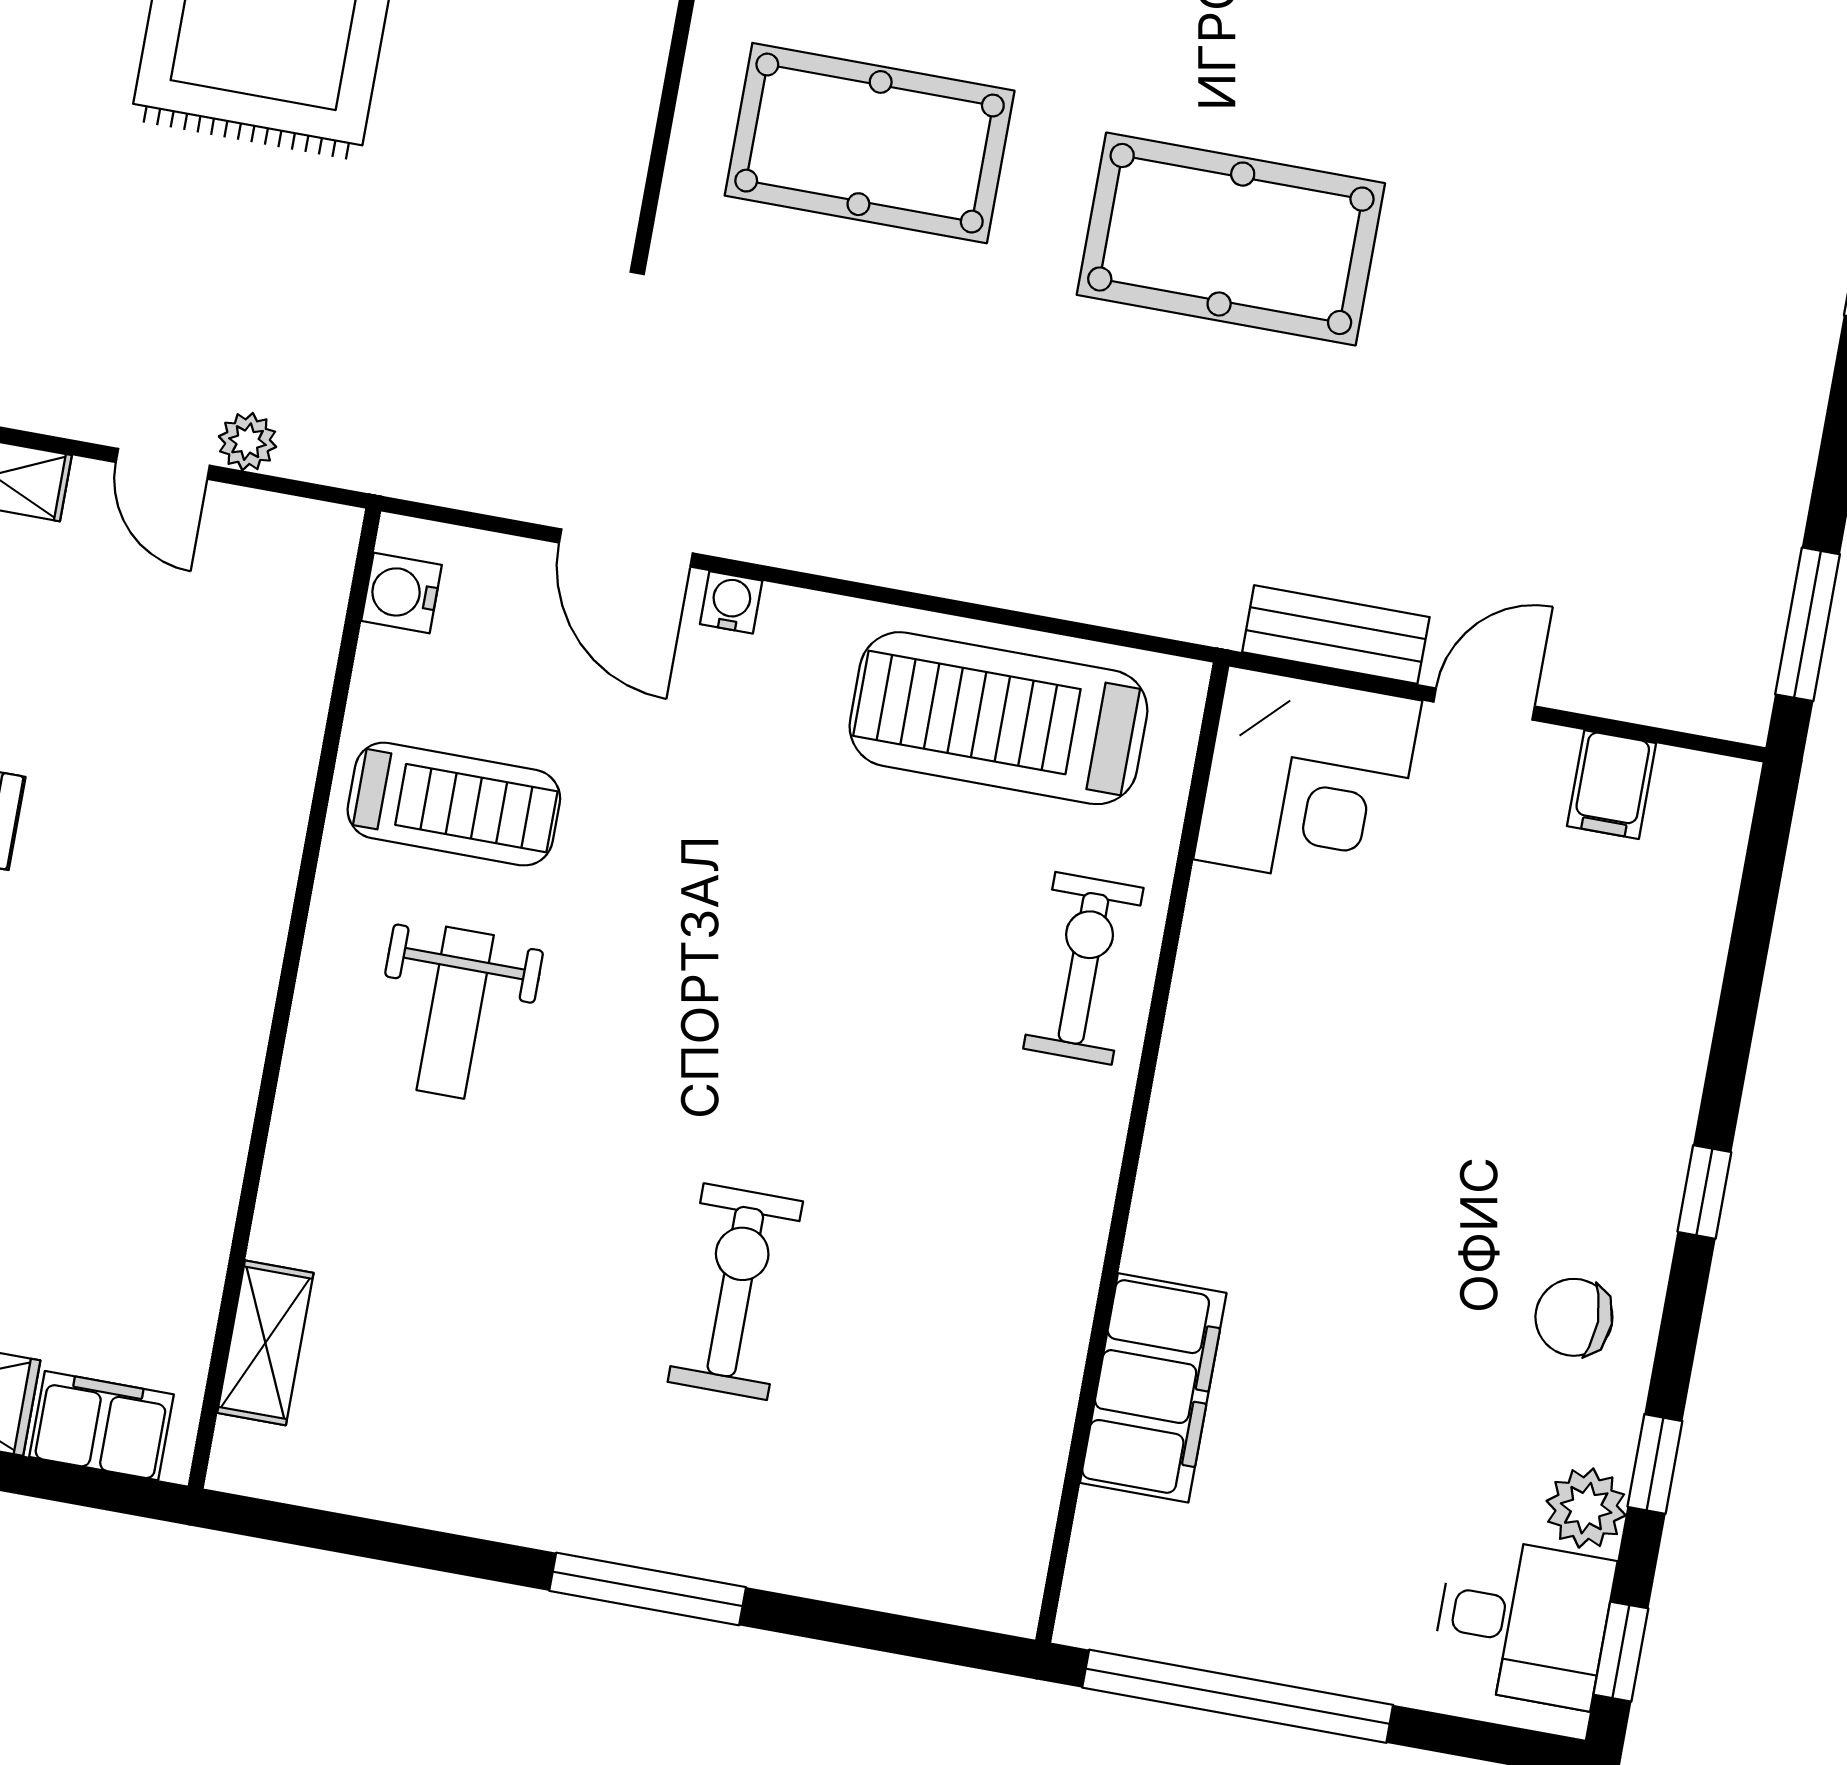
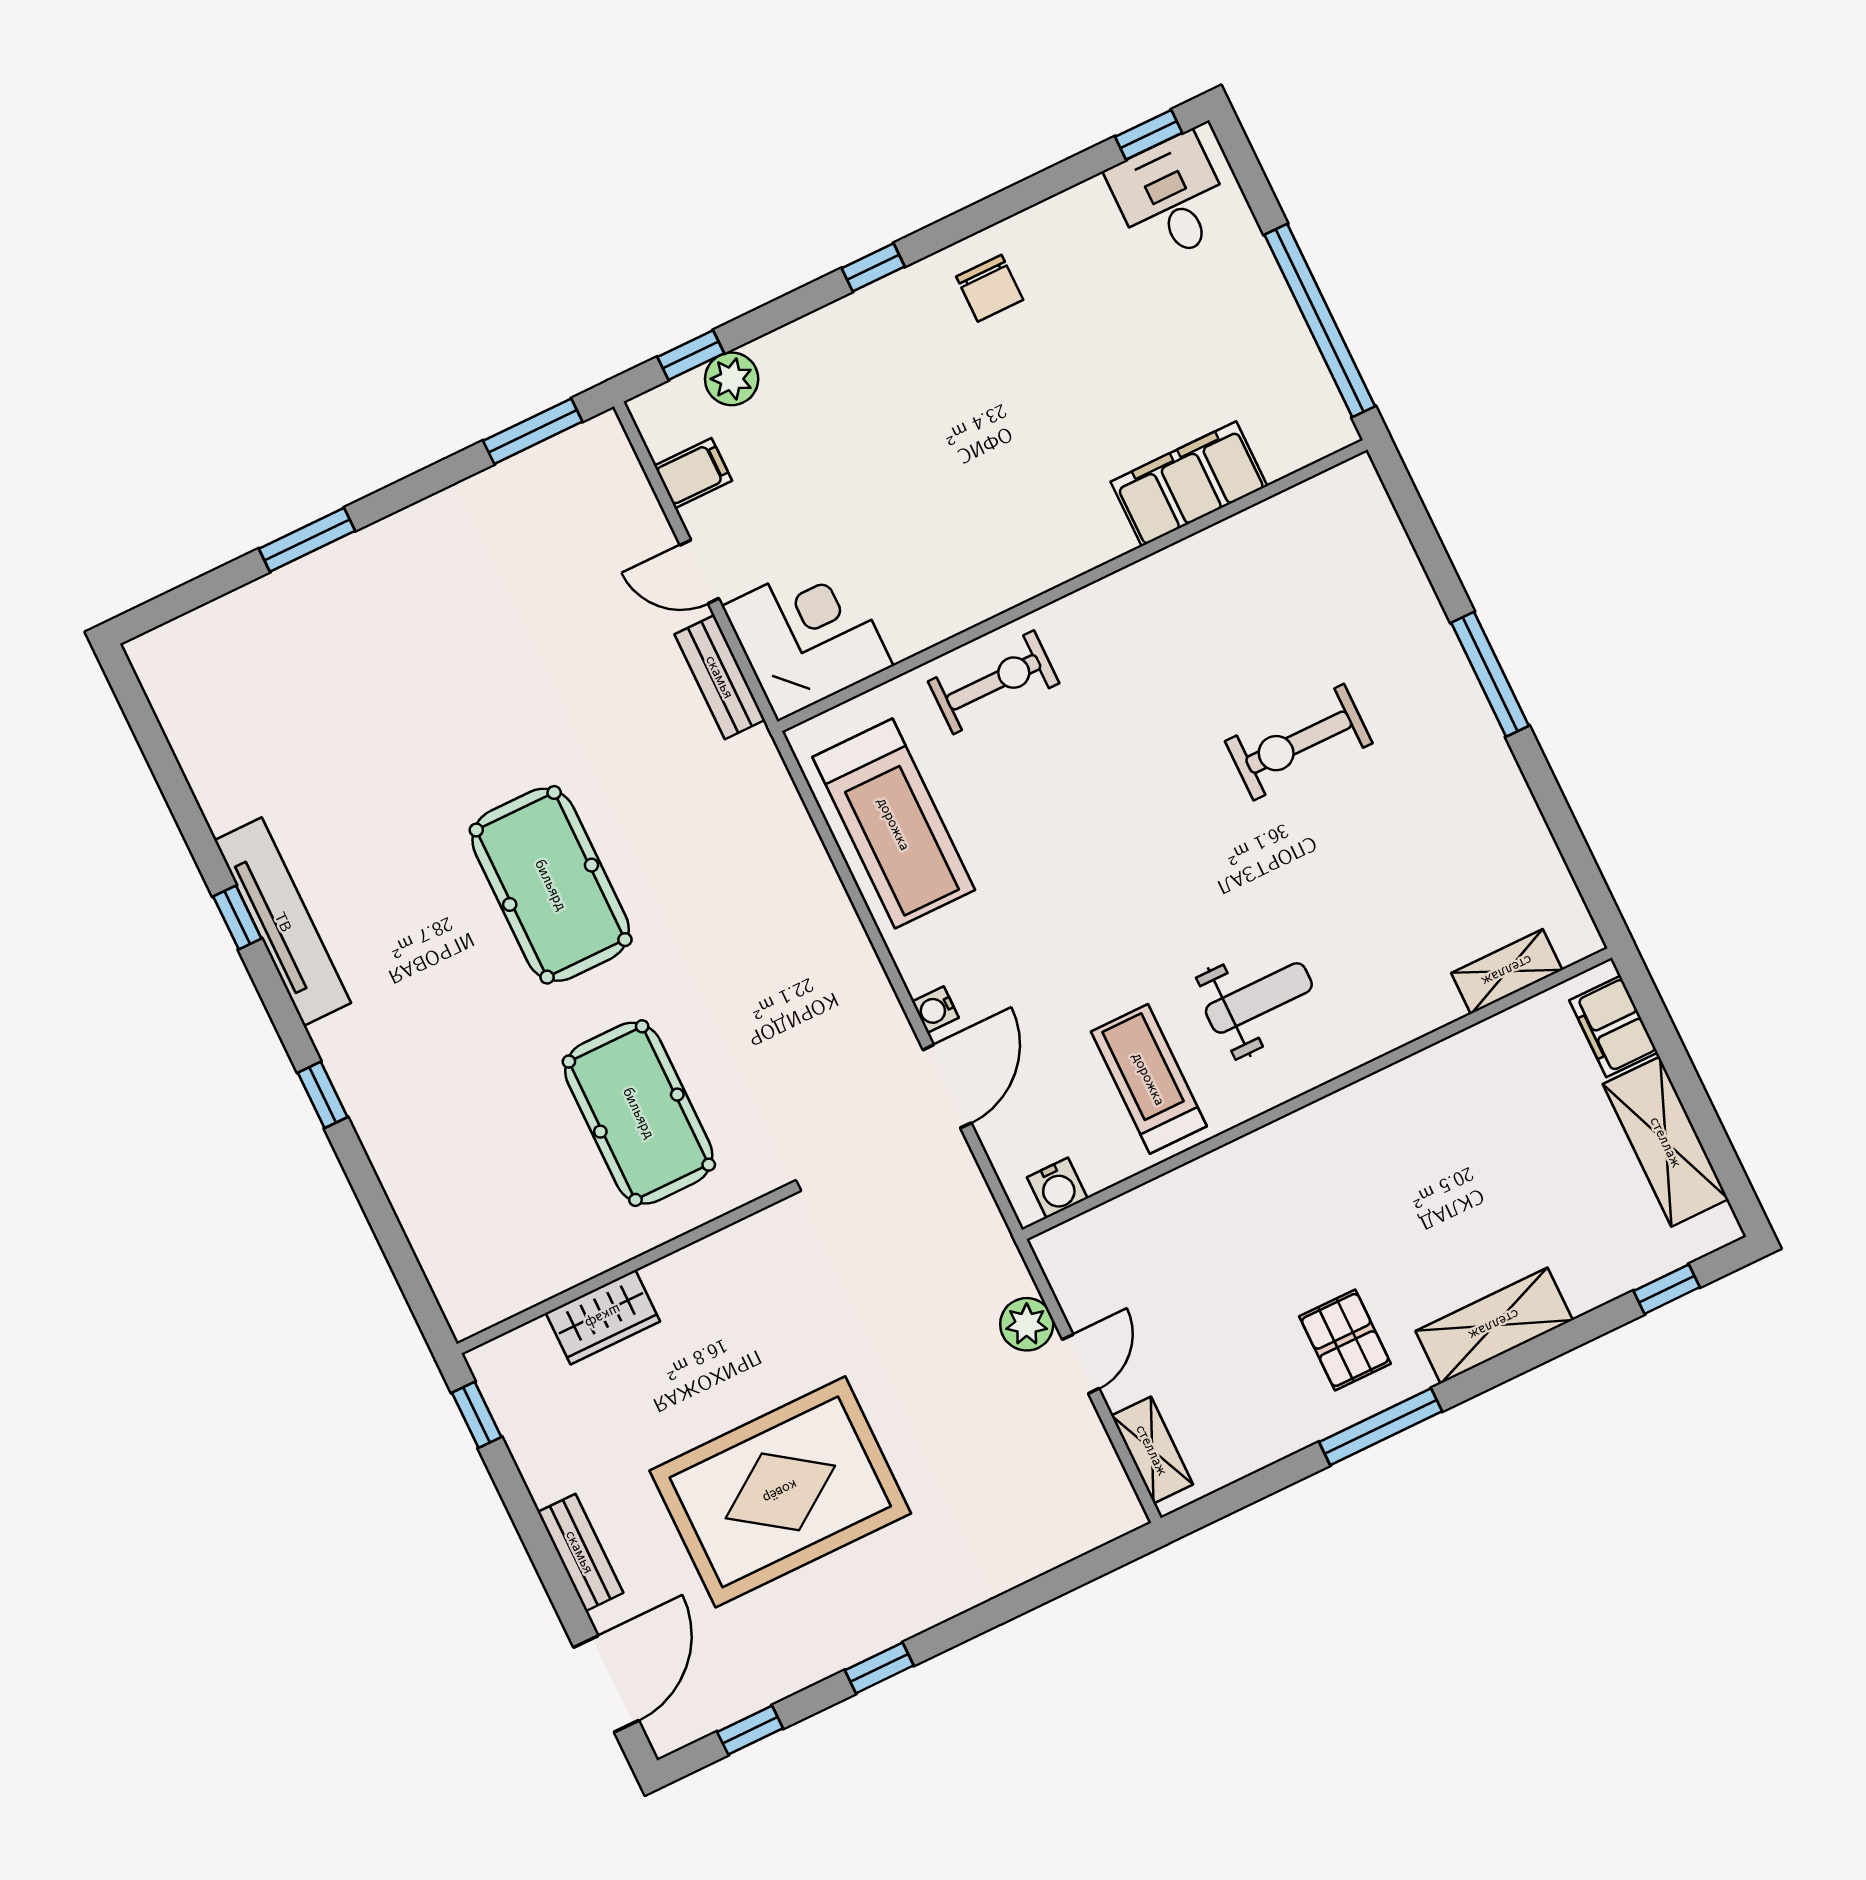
plant: (248, 442) -> (1027, 1324), width x1.38, depth x1.38
exercise bike: (1083, 968) -> (994, 682), turned 180
window: (1655, 1464) -> (691, 355), moved
plant: (1586, 1508) -> (732, 379), moved

